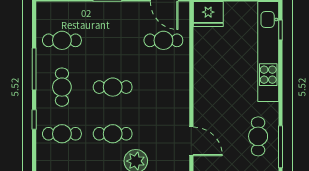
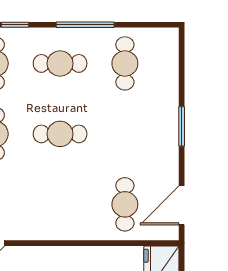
cafe table: (113, 87) -> (60, 134), turned 90

